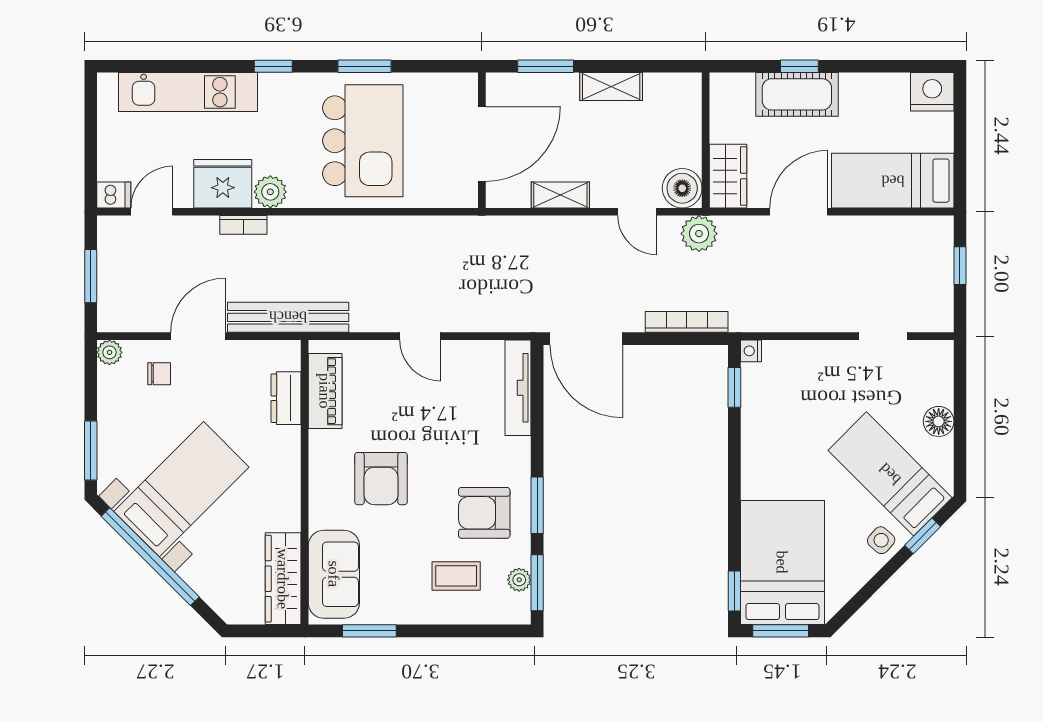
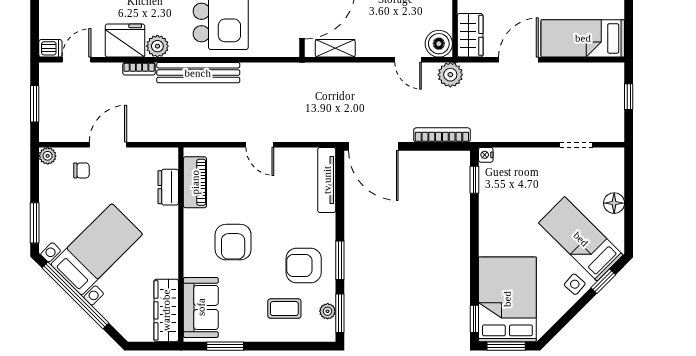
shelving: (560, 195) -> (335, 48), moved
bench: (288, 317) -> (198, 73), moved

